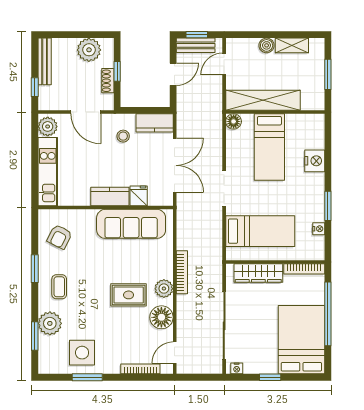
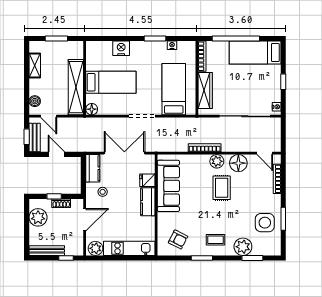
boiler: (267, 45) -> (35, 101), moved
bed: (301, 340) -> (255, 53), width x0.67

